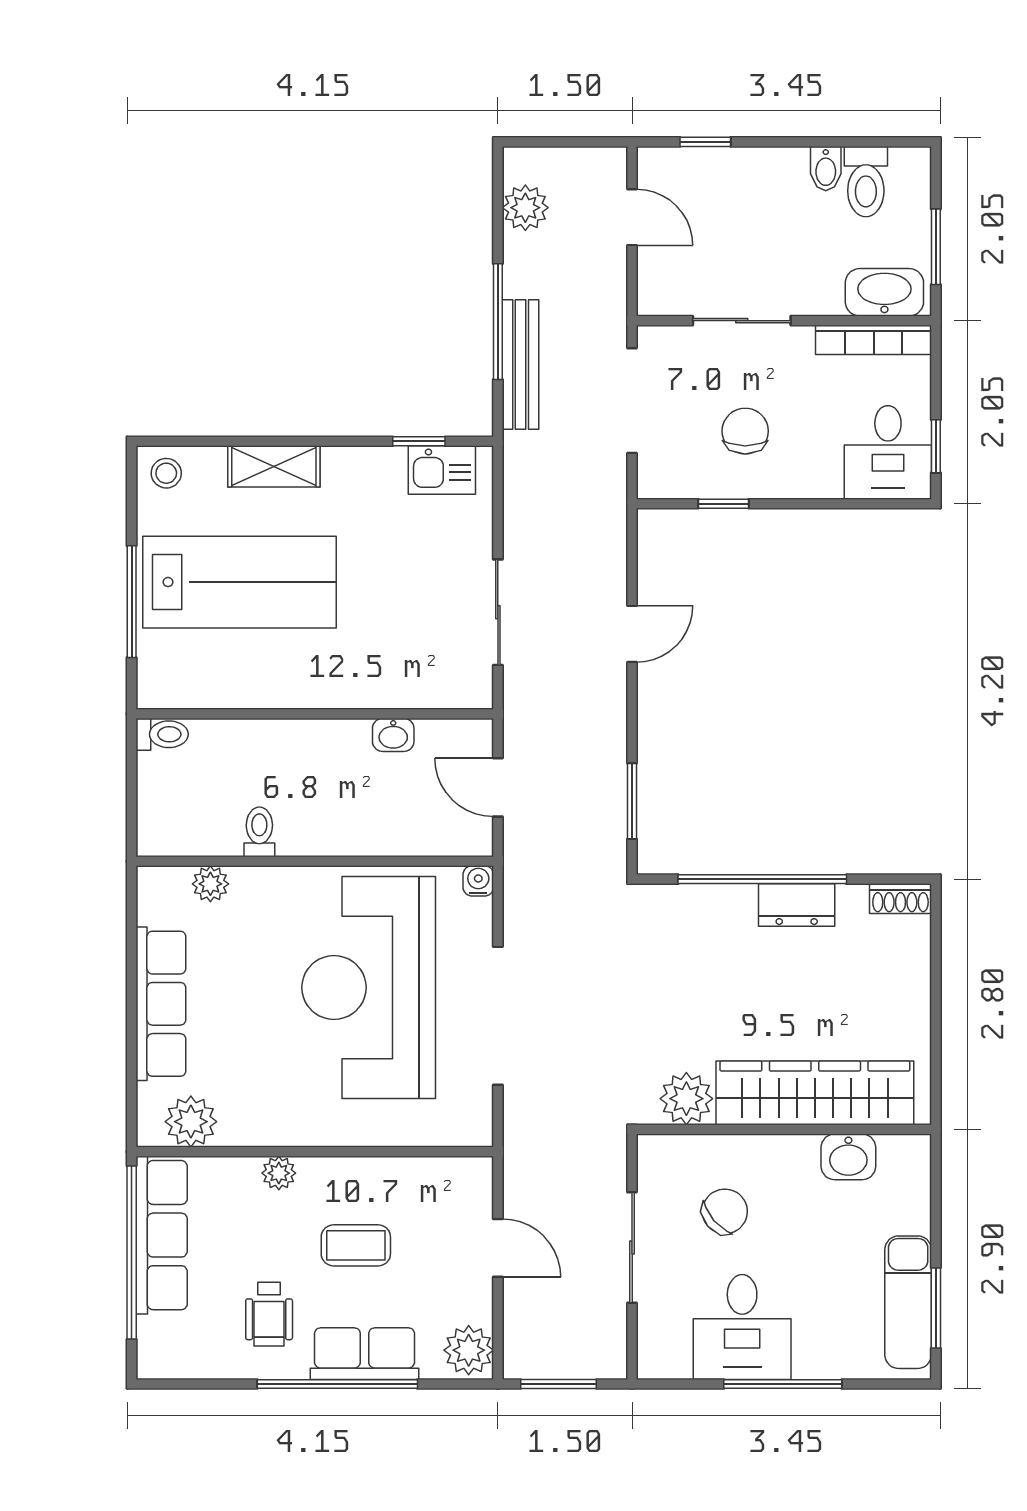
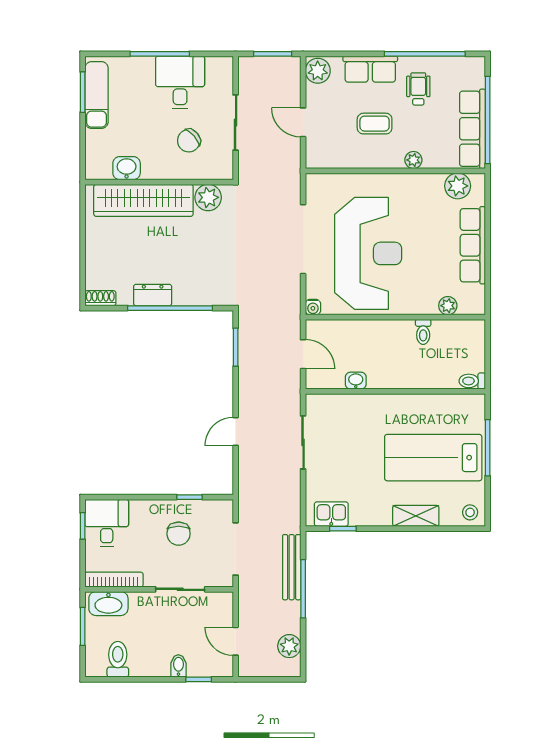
bidet: (826, 169) -> (178, 666), moved
window: (337, 1384) -> (425, 54), moved

